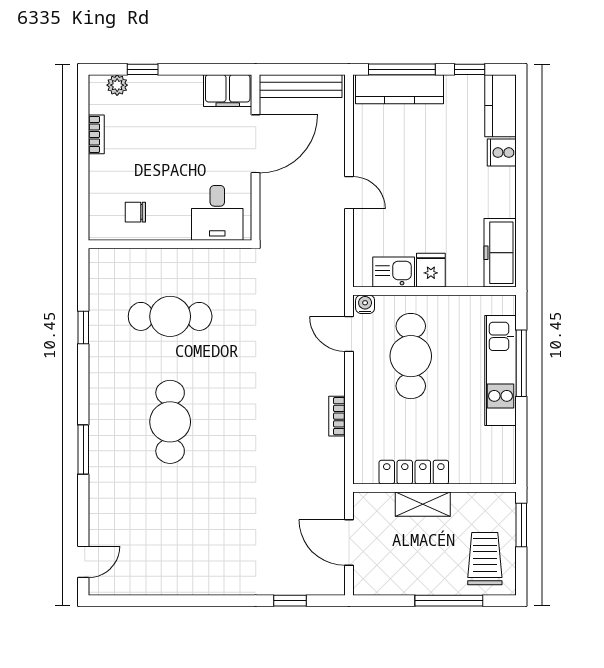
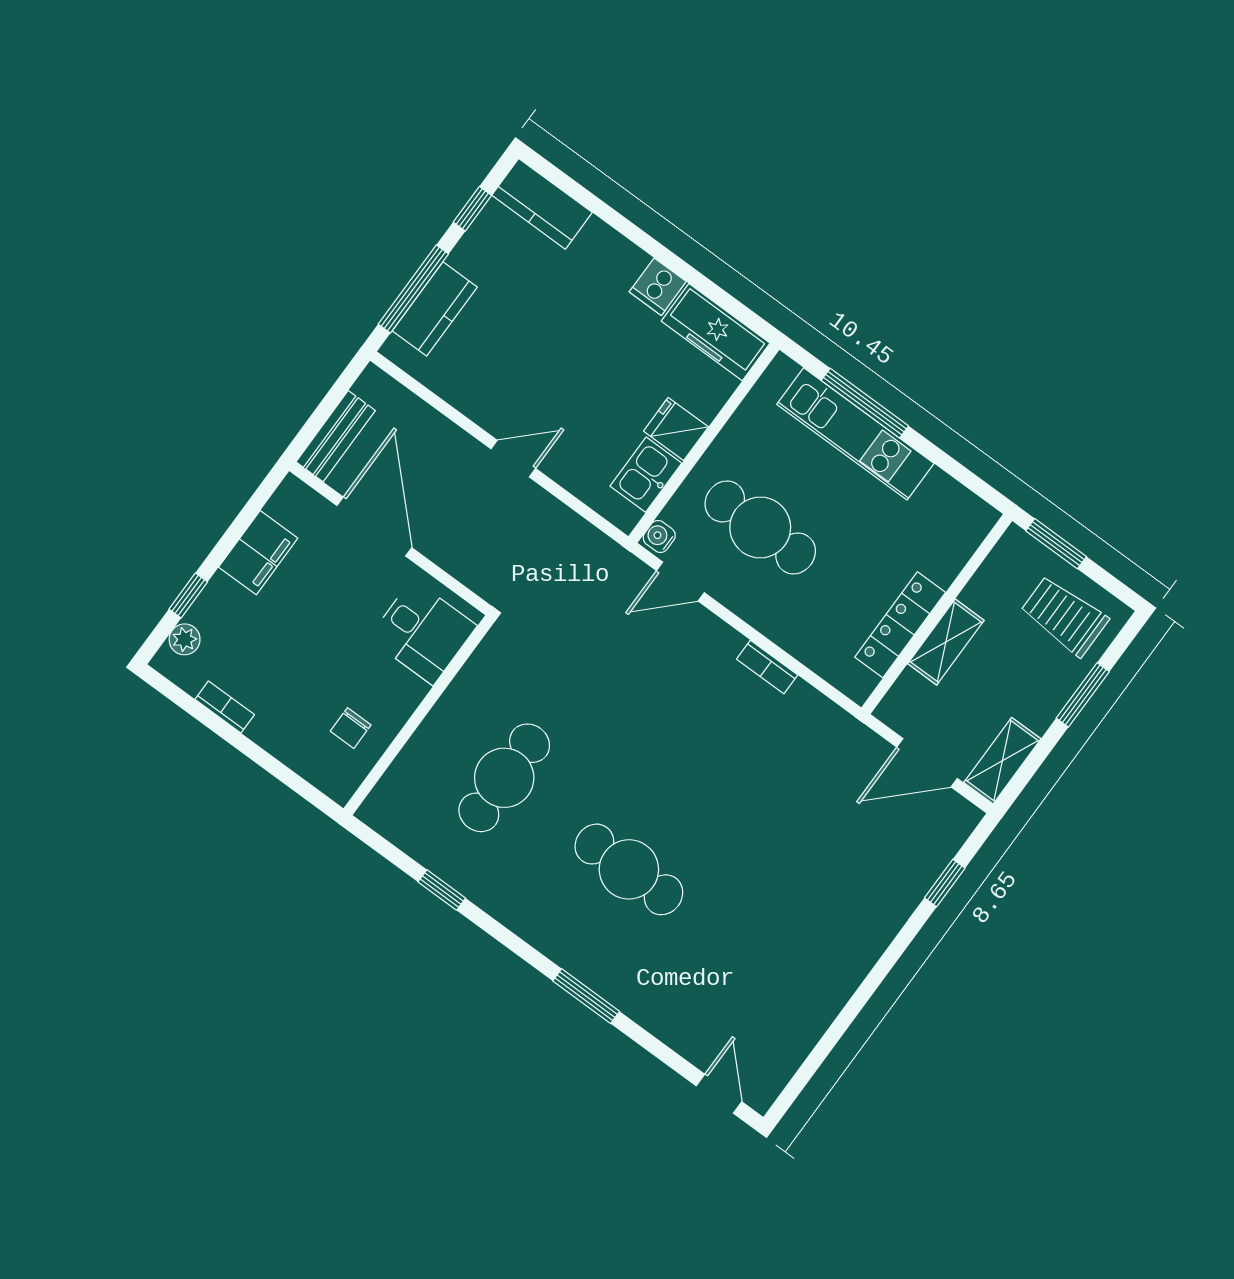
bench: (301, 86) -> (336, 436), width x0.73
kitchen counter: (400, 89) -> (435, 309), width x0.67
filing cabinet: (228, 91) -> (258, 553), moved
cooker: (502, 153) -> (658, 287), moved
shelving: (380, 583) -> (1002, 761), added
window: (449, 601) -> (1083, 695), width x0.69

